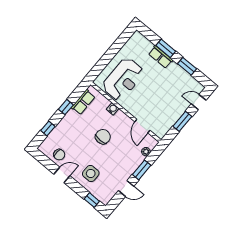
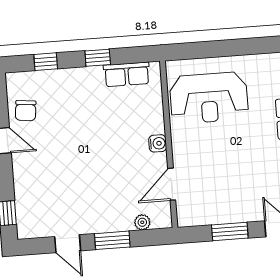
water cooler: (113, 109) -> (158, 143), moved
chair: (103, 137) -> (106, 145), removed
side table: (91, 173) -> (41, 177), removed

